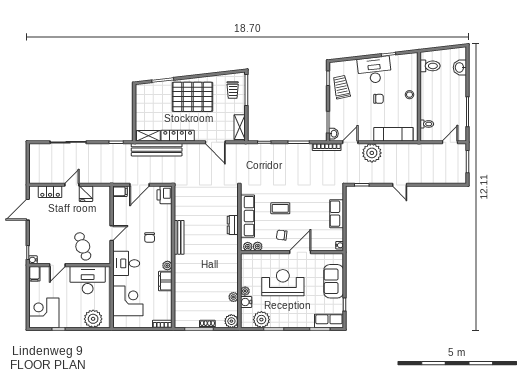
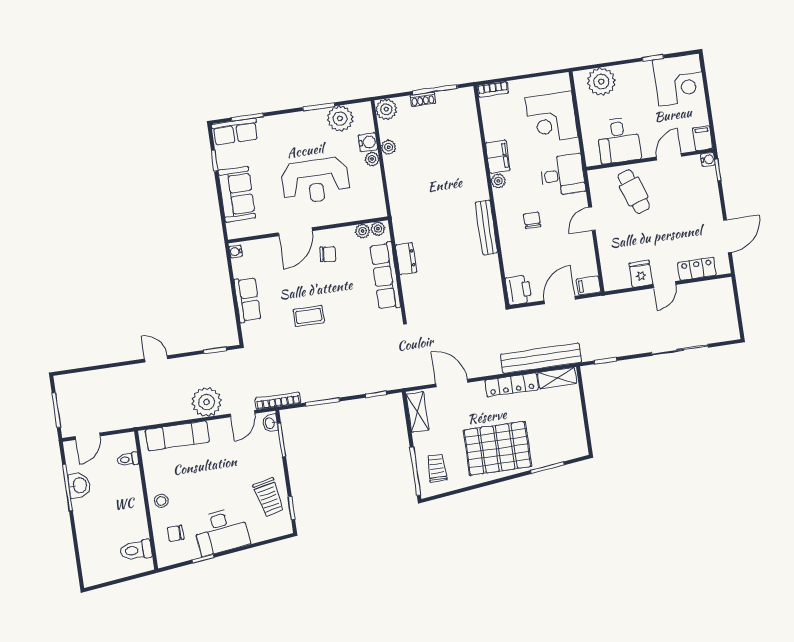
washbasin: (460, 67) -> (79, 485), moved
chair: (378, 99) -> (176, 533), moved
coffee table: (280, 208) -> (309, 316), moved
desk: (88, 280) -> (619, 140), width x0.73

